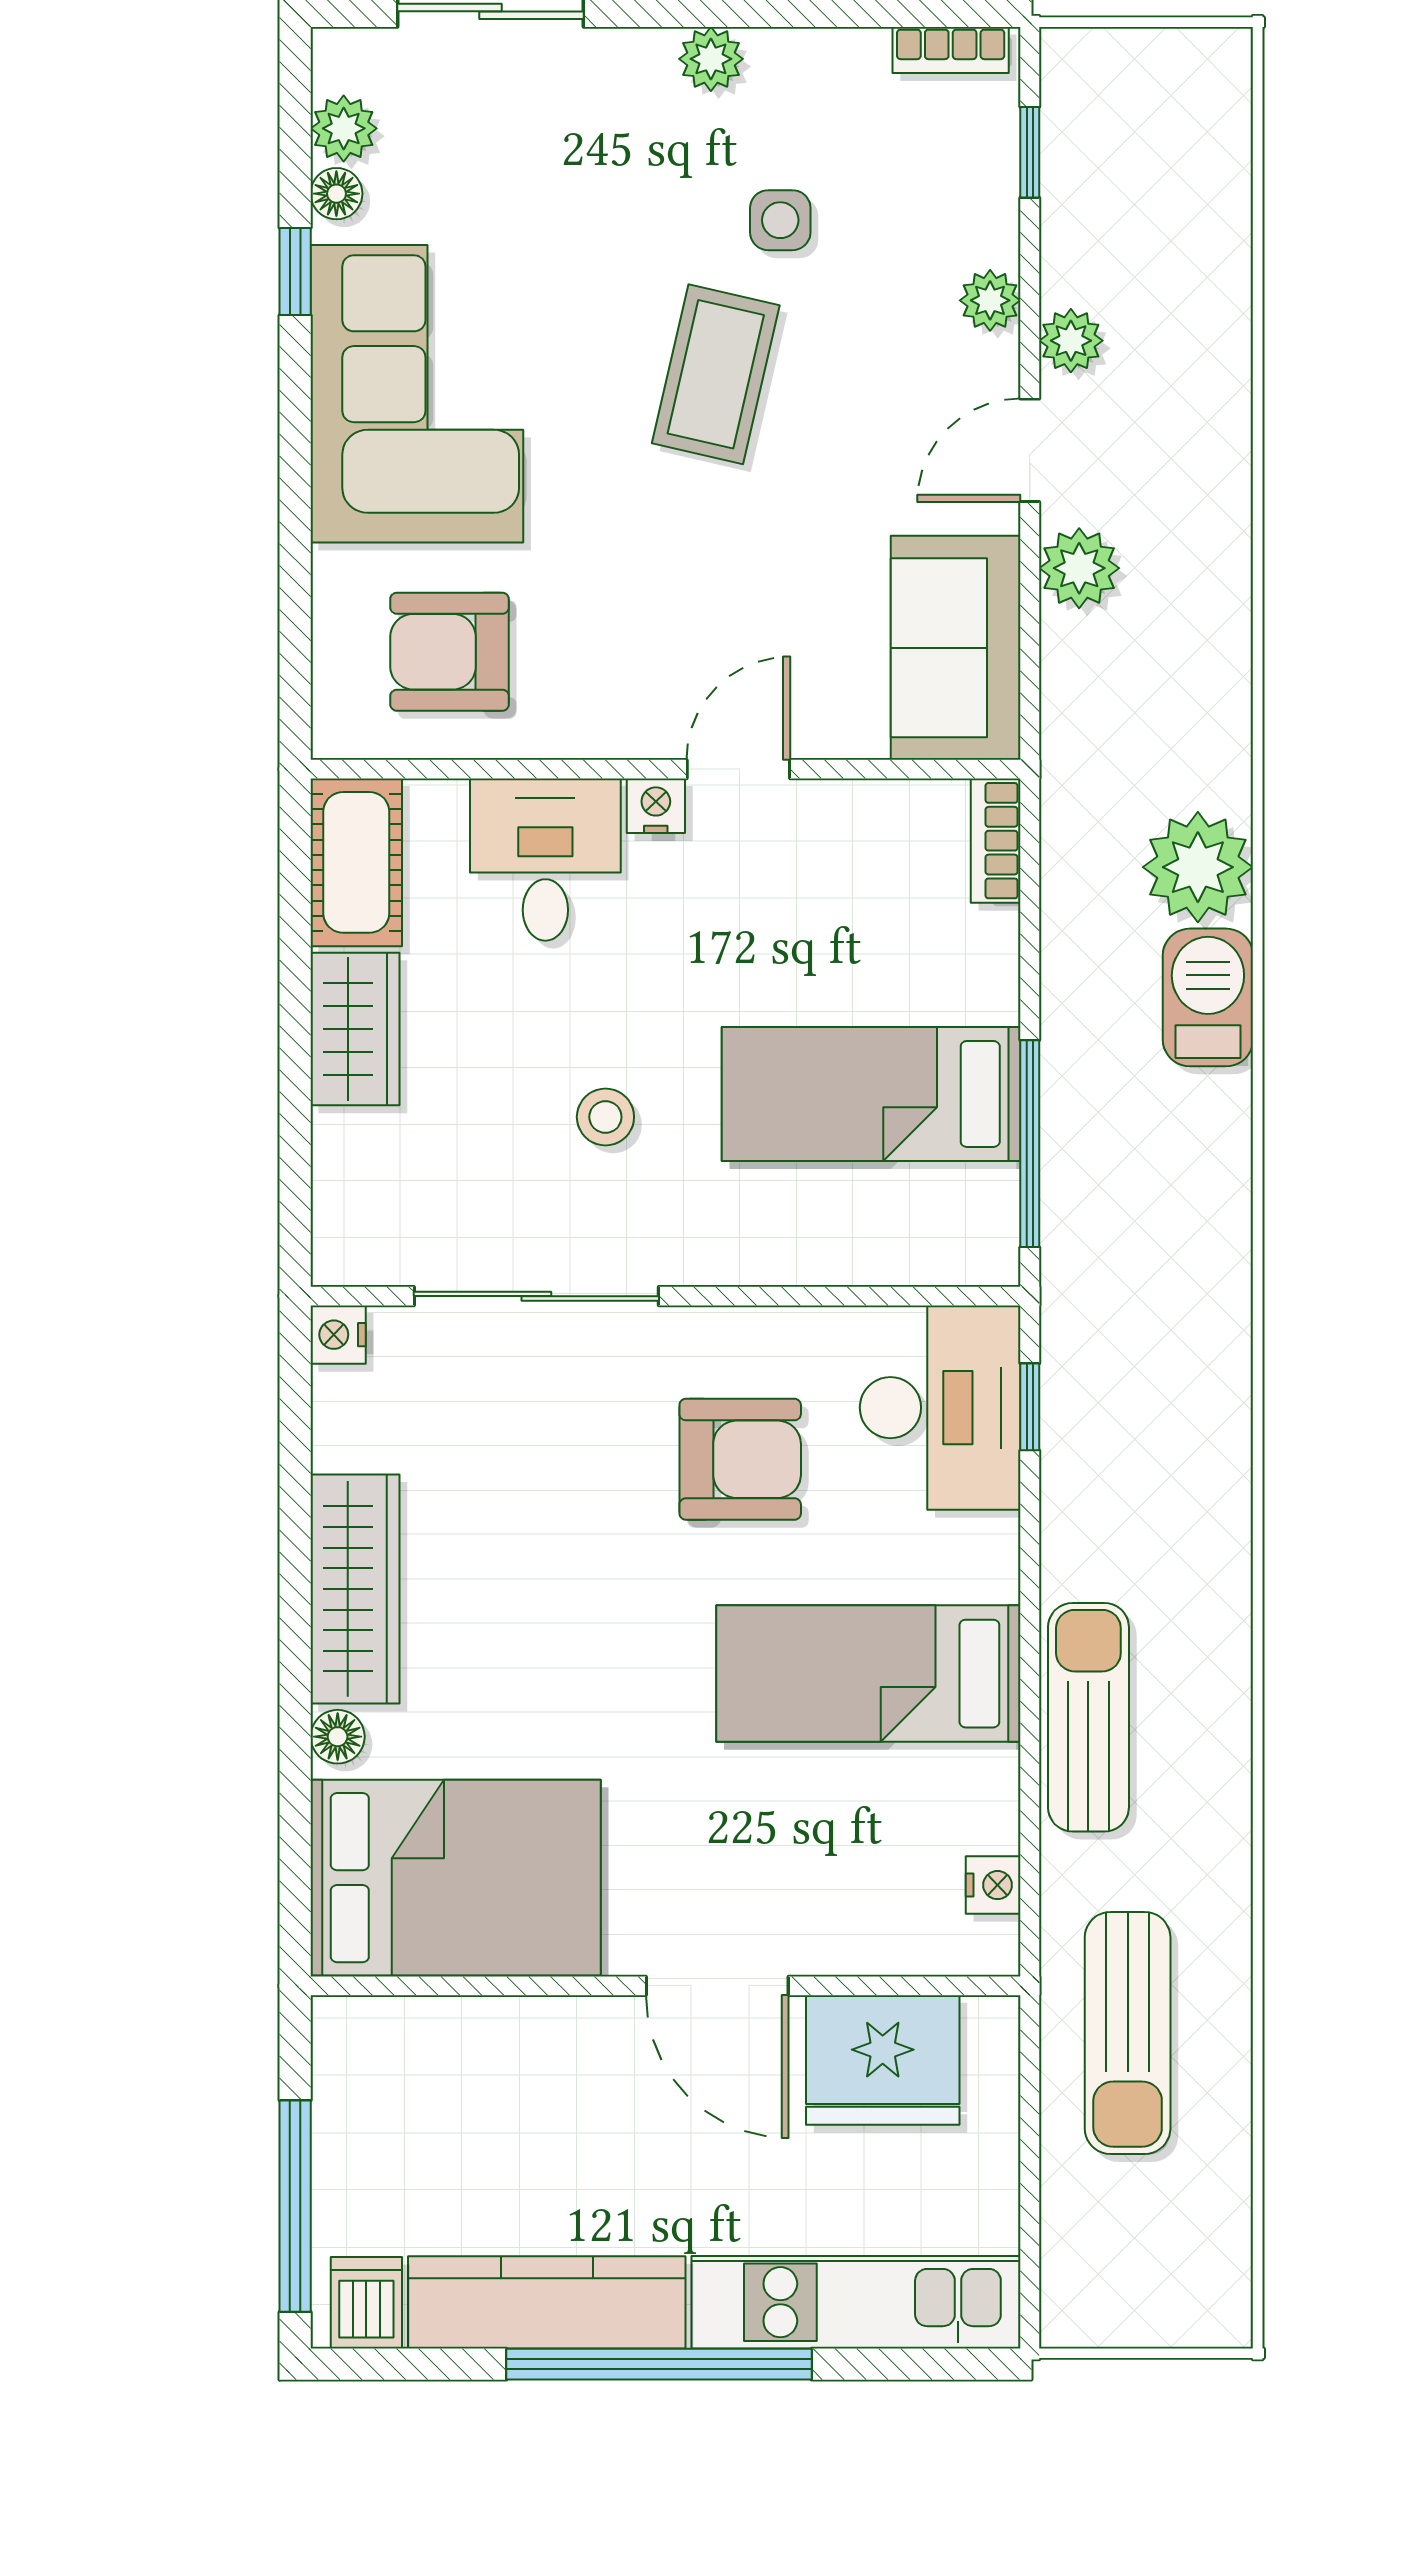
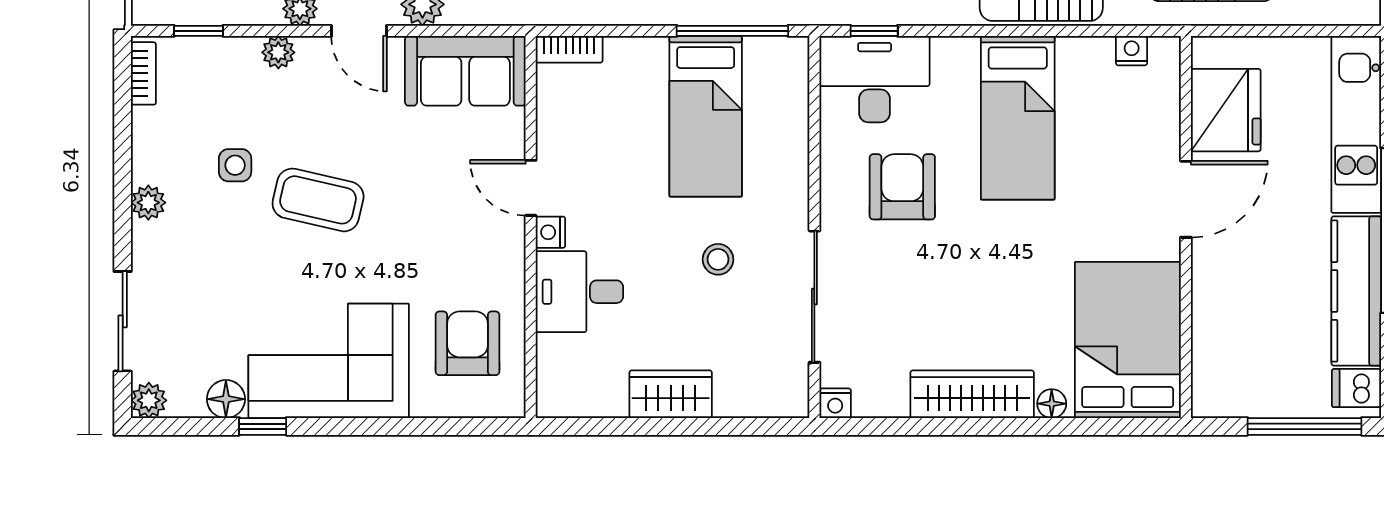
plant: (344, 128) -> (149, 400), moved
floor lamp: (336, 194) -> (226, 399), width x1.37, depth x1.37
armchair: (450, 652) -> (467, 343), turned 180
cot: (356, 862) -> (581, 394), removed

